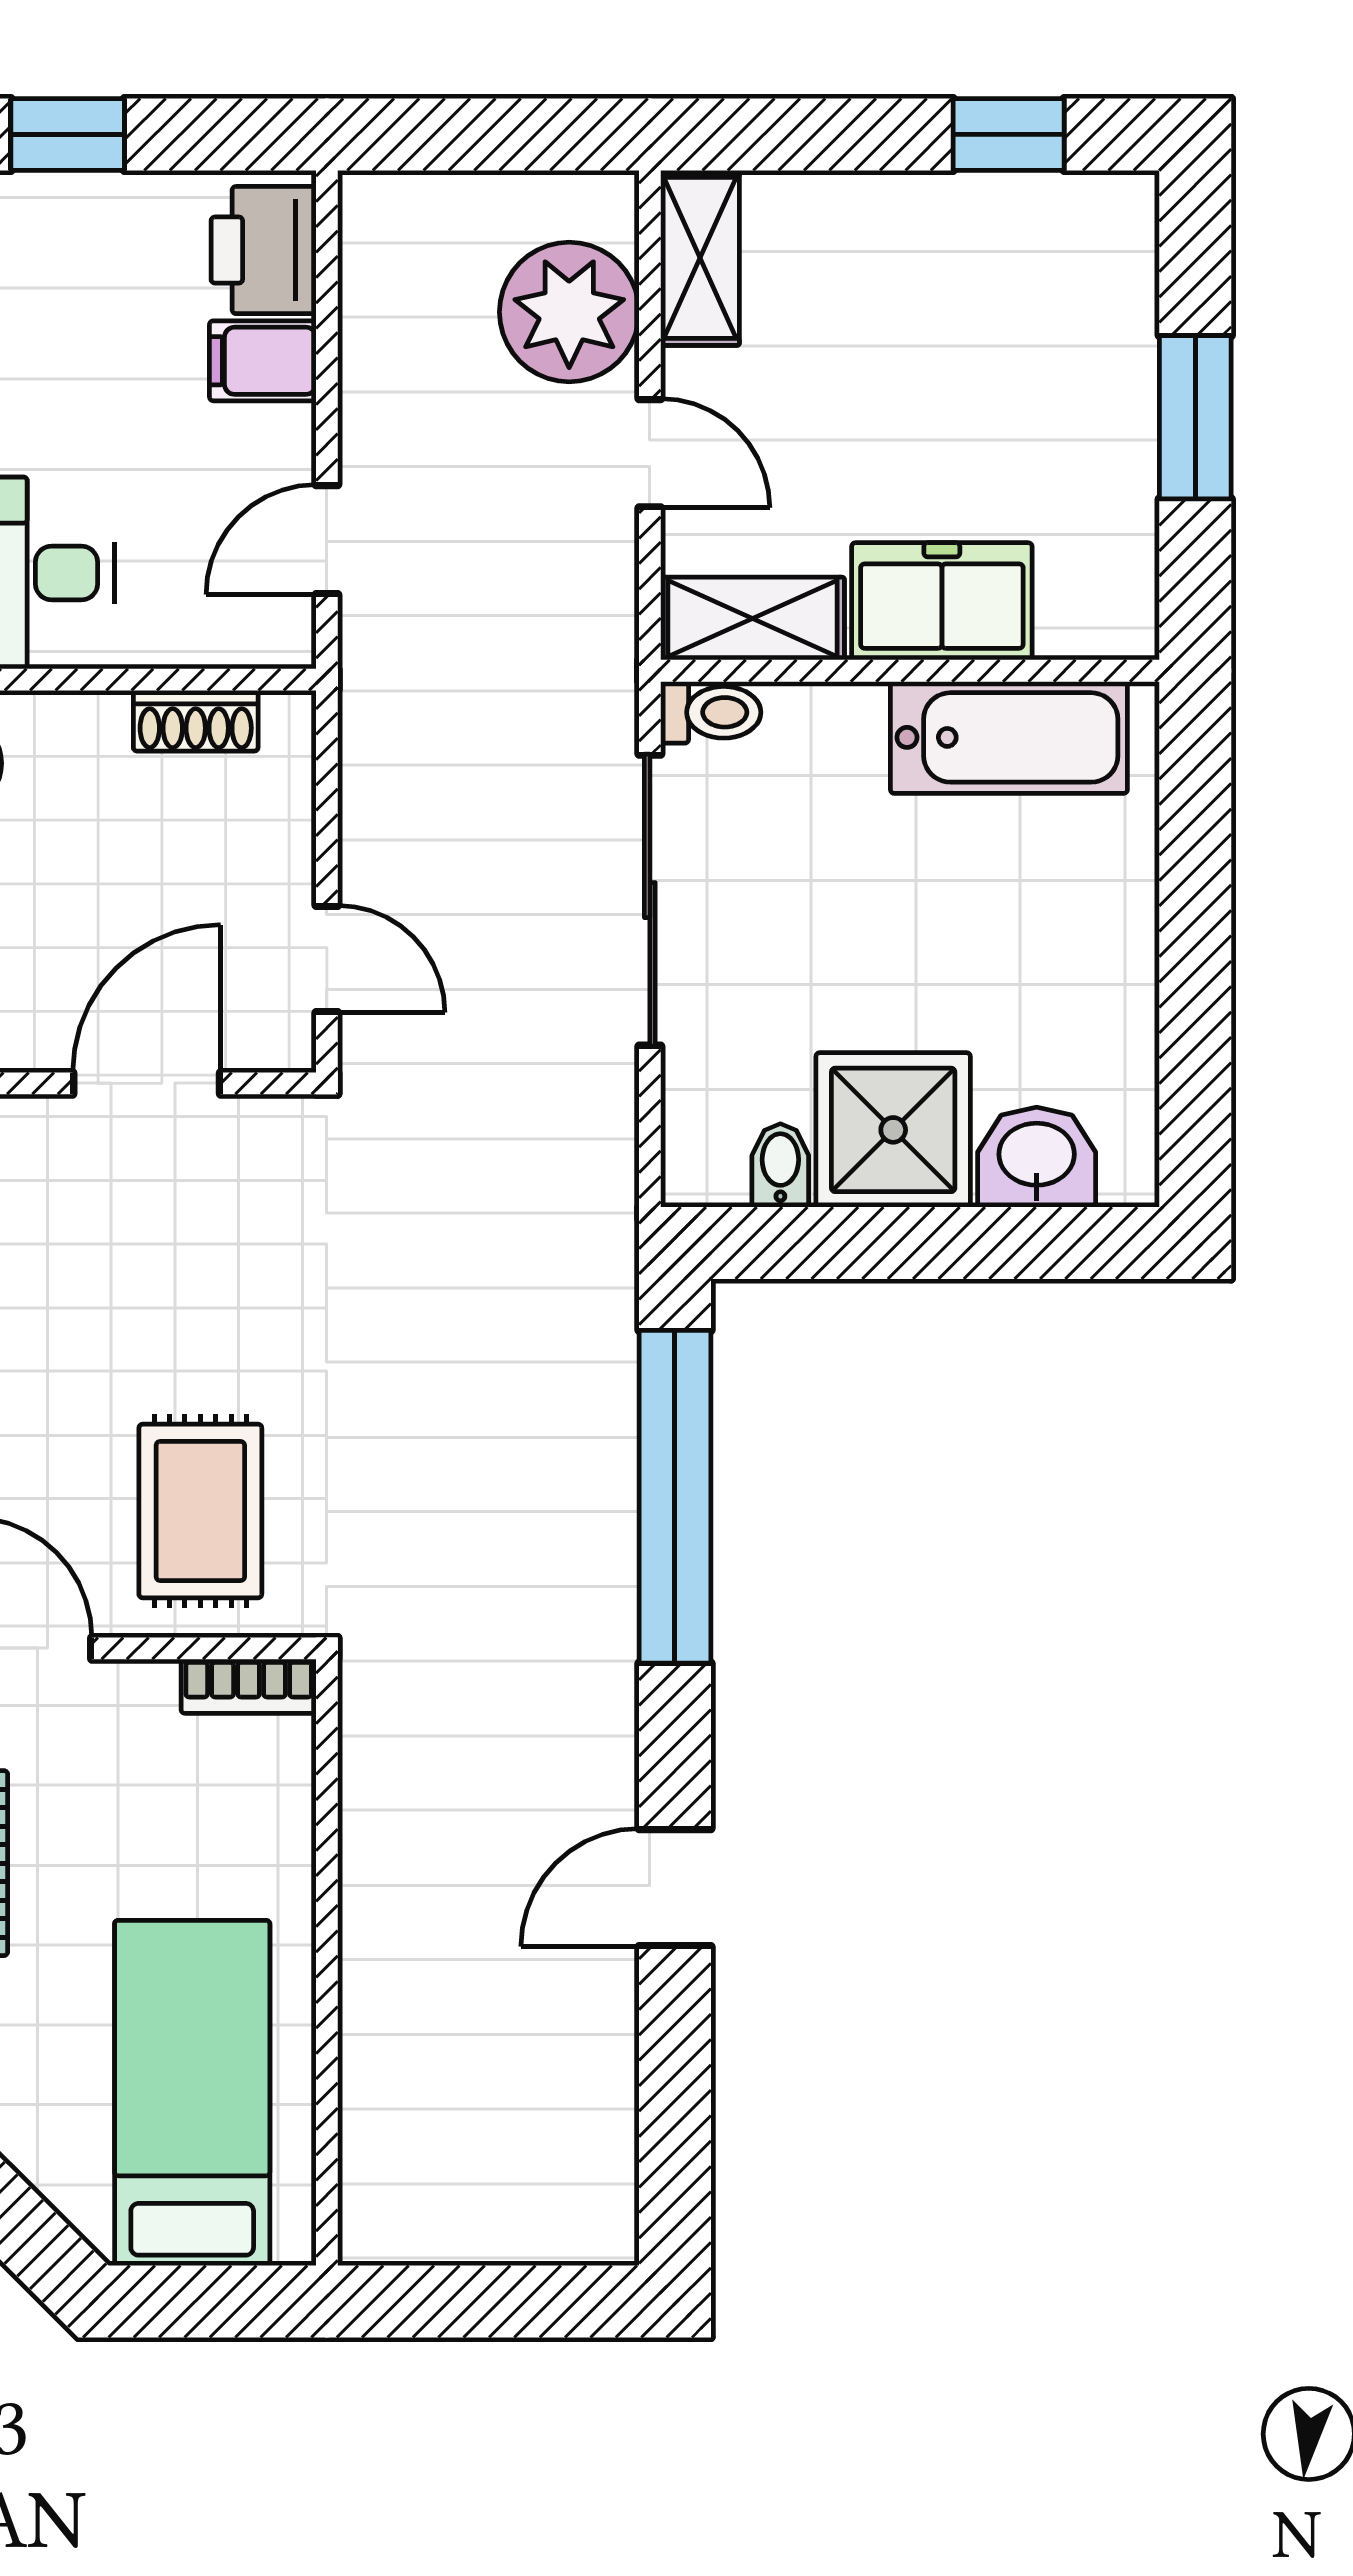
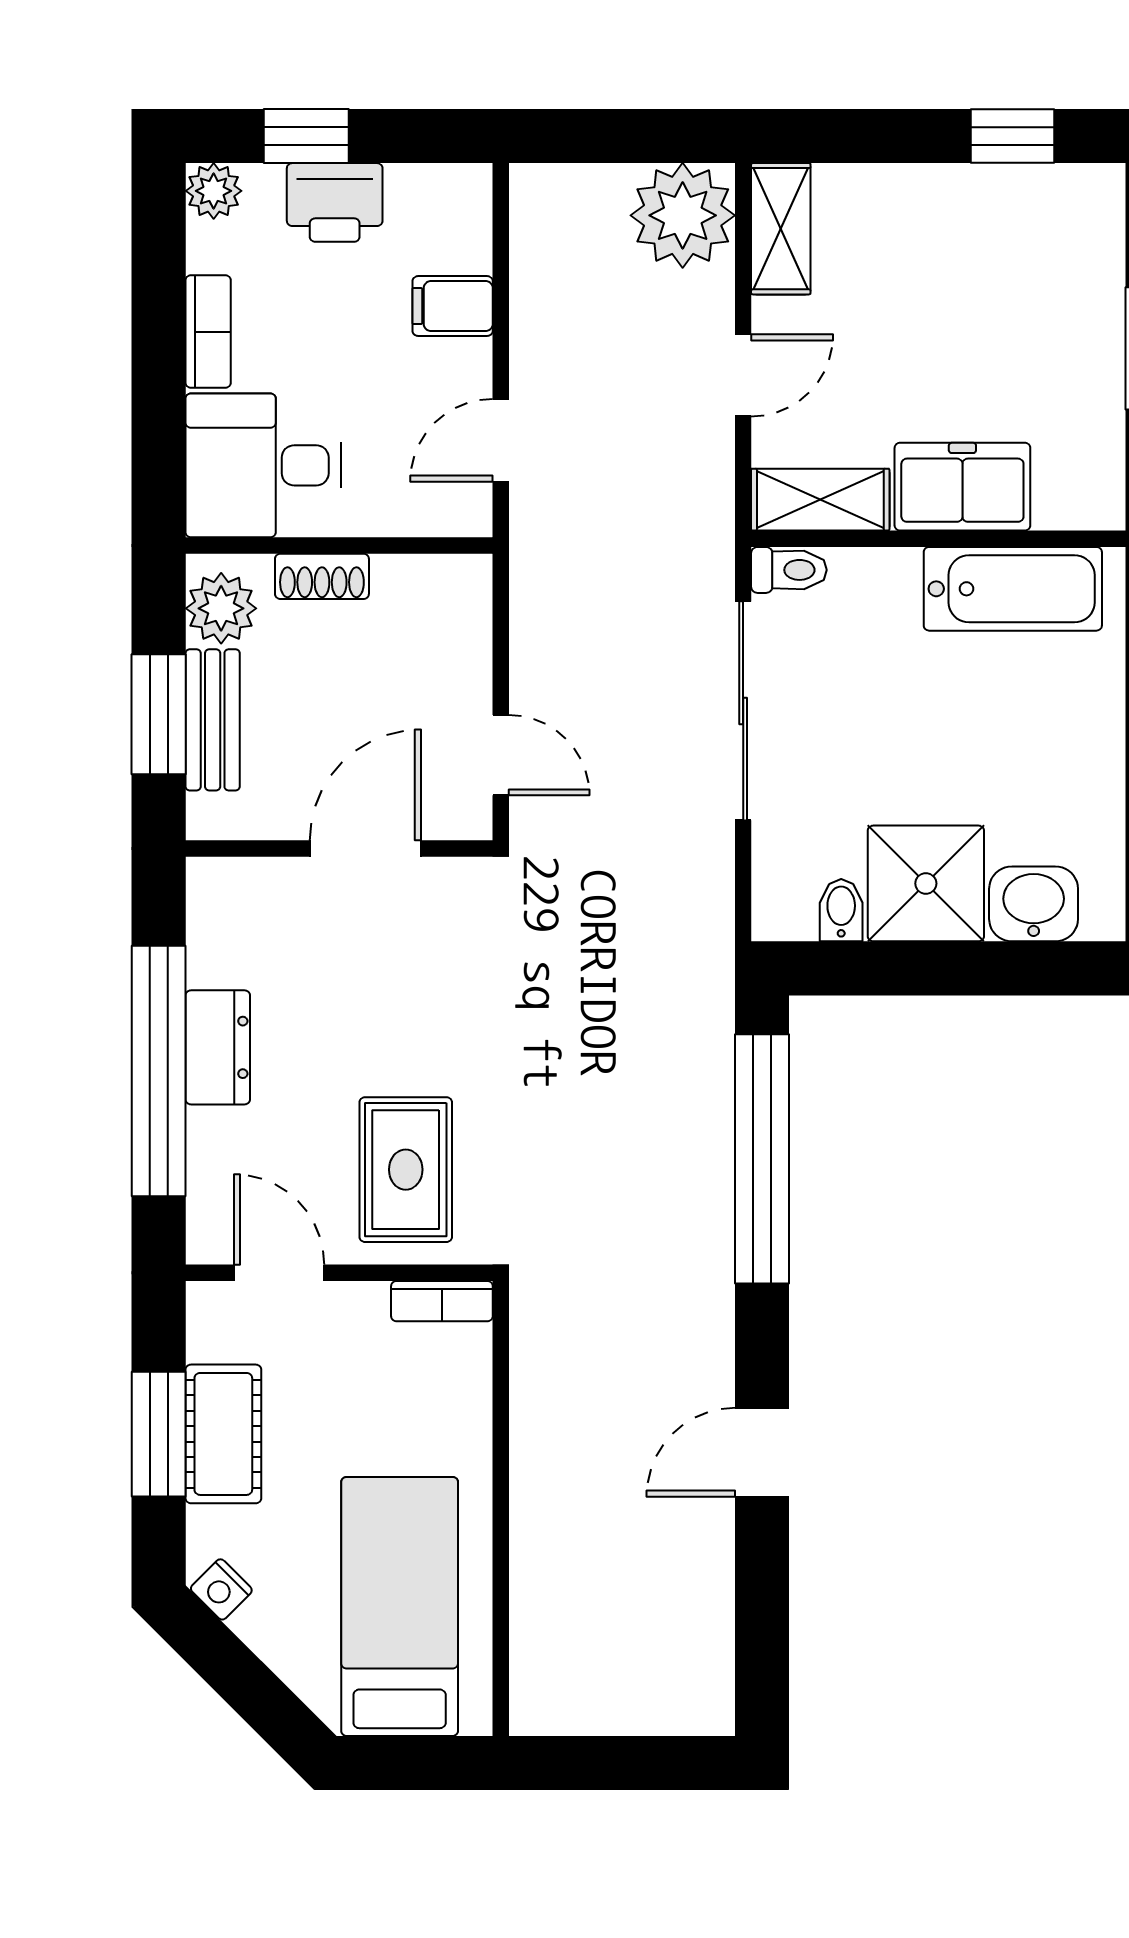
printer: (264, 250) -> (335, 202), moved, turned -90
plant: (569, 312) -> (683, 215), moved
door: (650, 453) -> (743, 375), hinge flipped
shoe rack: (196, 721) -> (322, 576), moved

